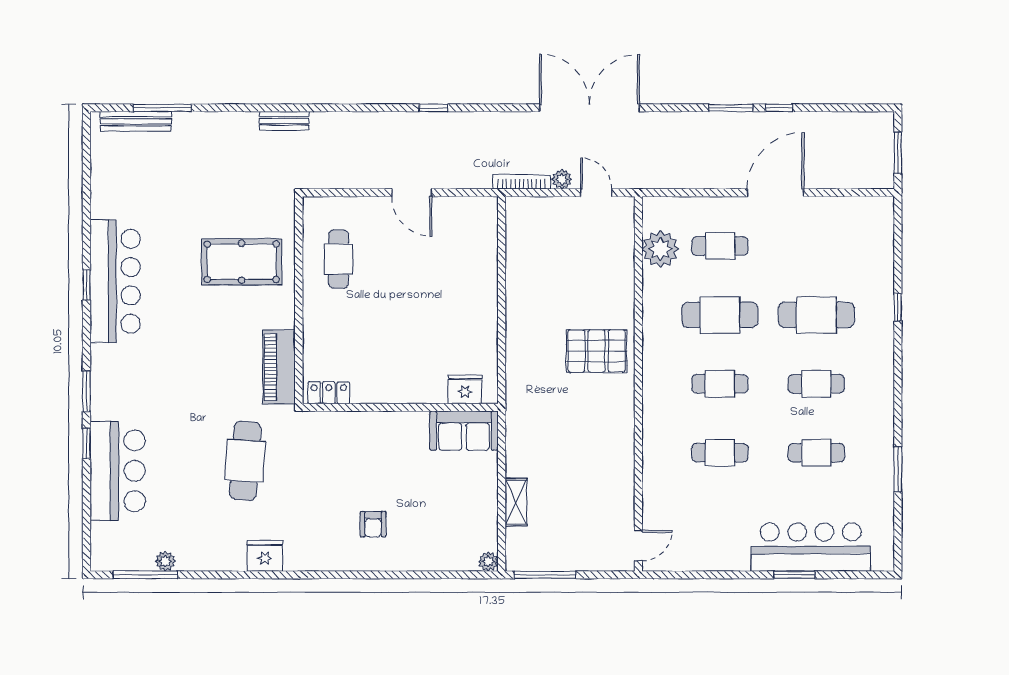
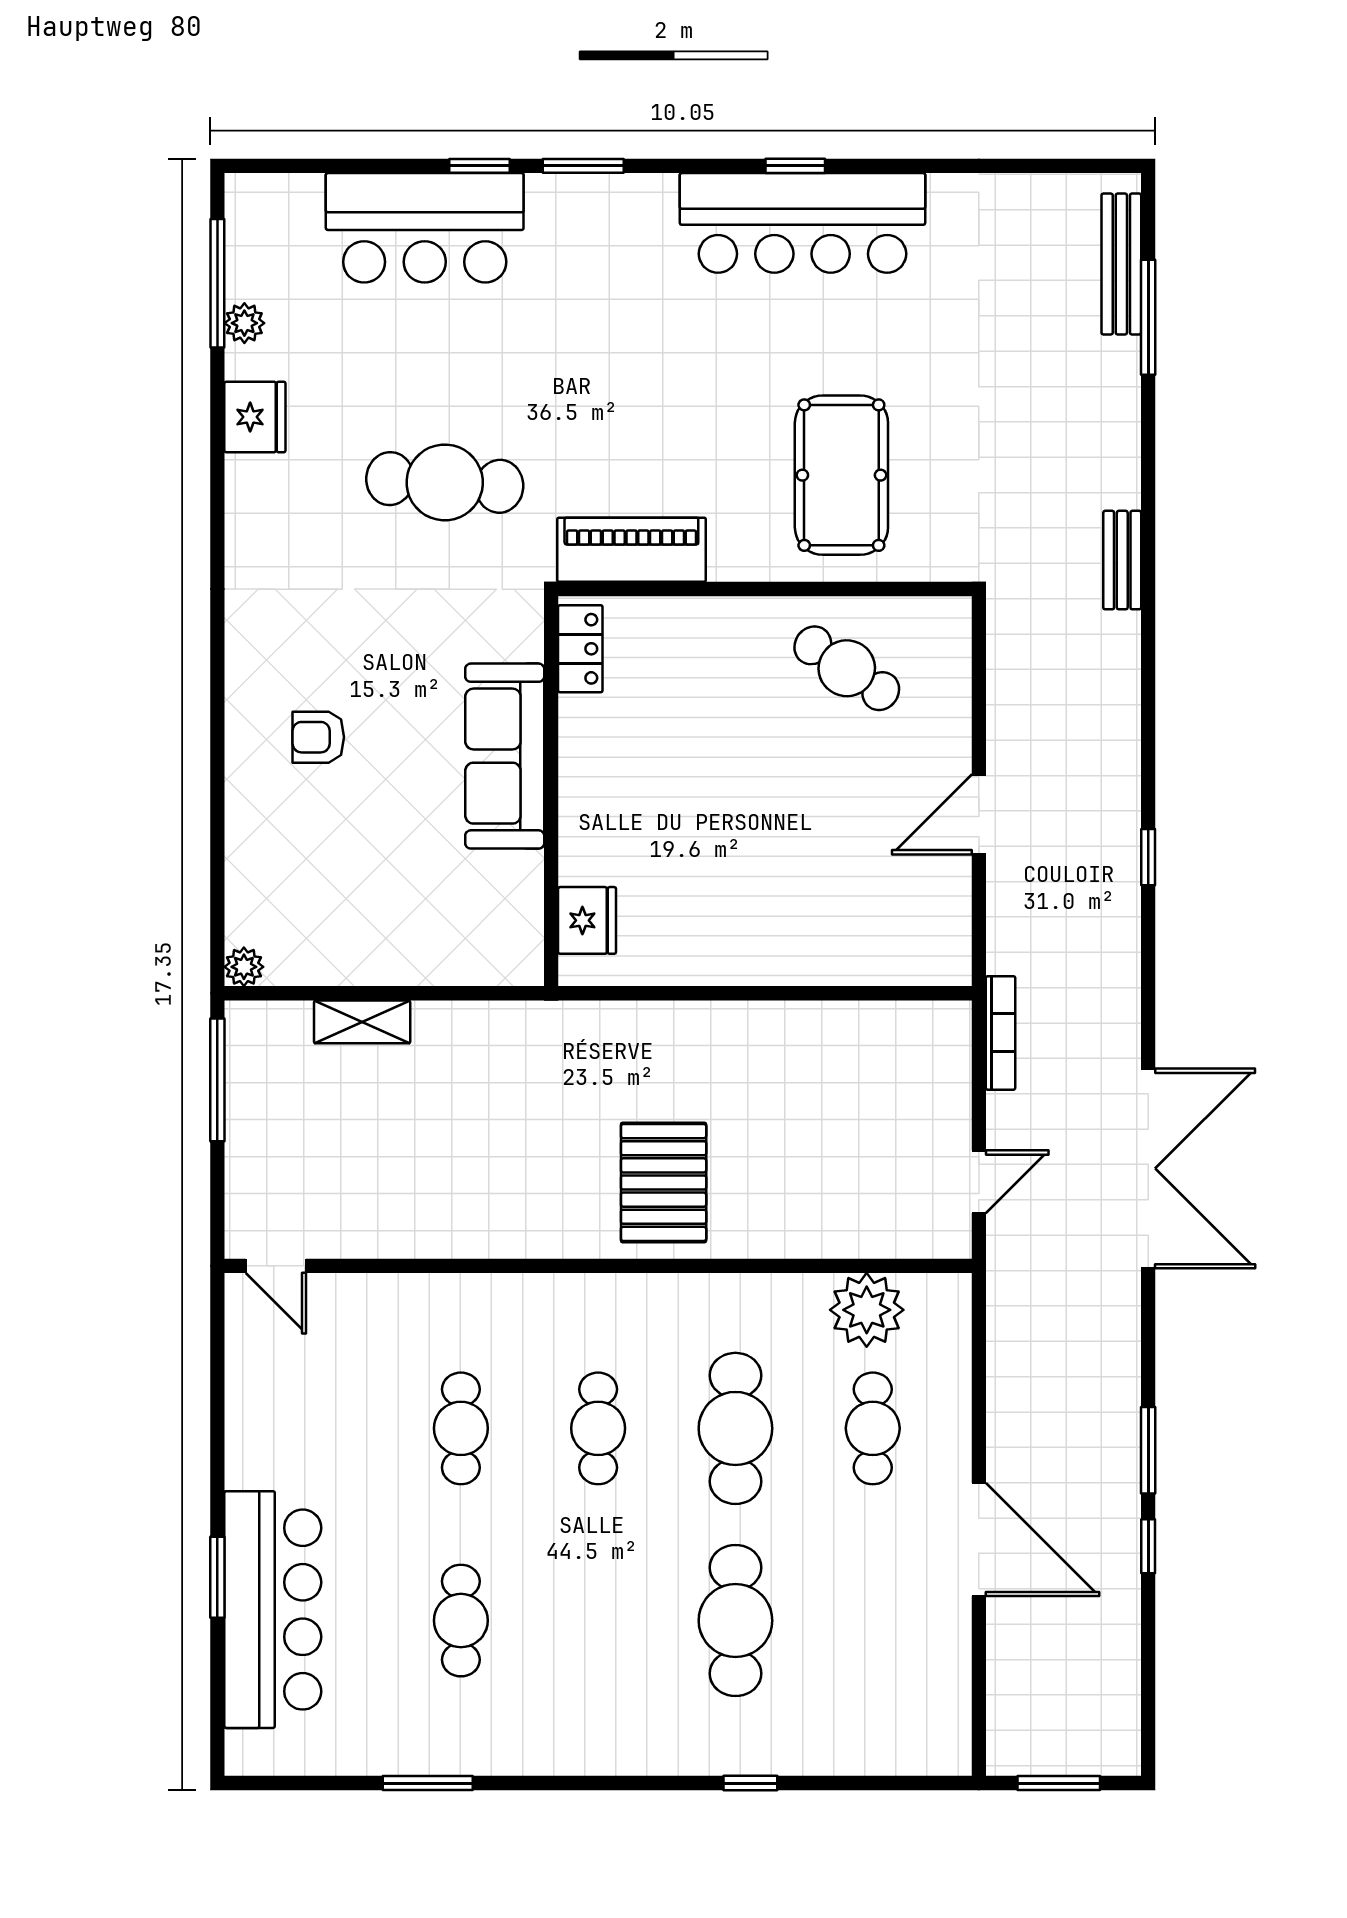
plant: (562, 179) -> (1006, 1113), removed
cafe table: (339, 259) -> (847, 668), turned 34
cafe table: (816, 384) -> (598, 1621), removed
sofa: (464, 431) -> (505, 756), moved, width x1.36
fridge: (265, 556) -> (255, 417), moved

